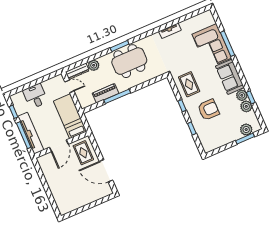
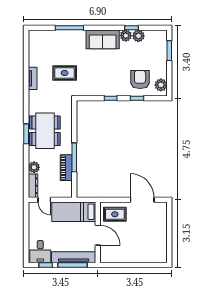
corner sofa: (212, 46) -> (65, 44), removed
rug: (189, 84) -> (65, 73), moved
door: (69, 86) -> (44, 200), swing flipped
desk: (35, 96) -> (40, 252), moved, turned -90
armchair: (208, 110) -> (140, 79), moved
plant: (246, 130) -> (161, 85), moved
door: (106, 171) -> (142, 200), swing flipped

